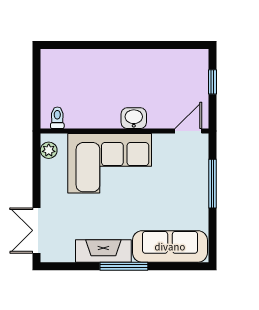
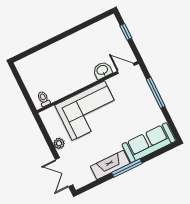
washbasin: (134, 118) -> (102, 70), moved
door: (188, 131) -> (126, 68), hinge flipped
plant: (49, 150) -> (59, 143), moved

